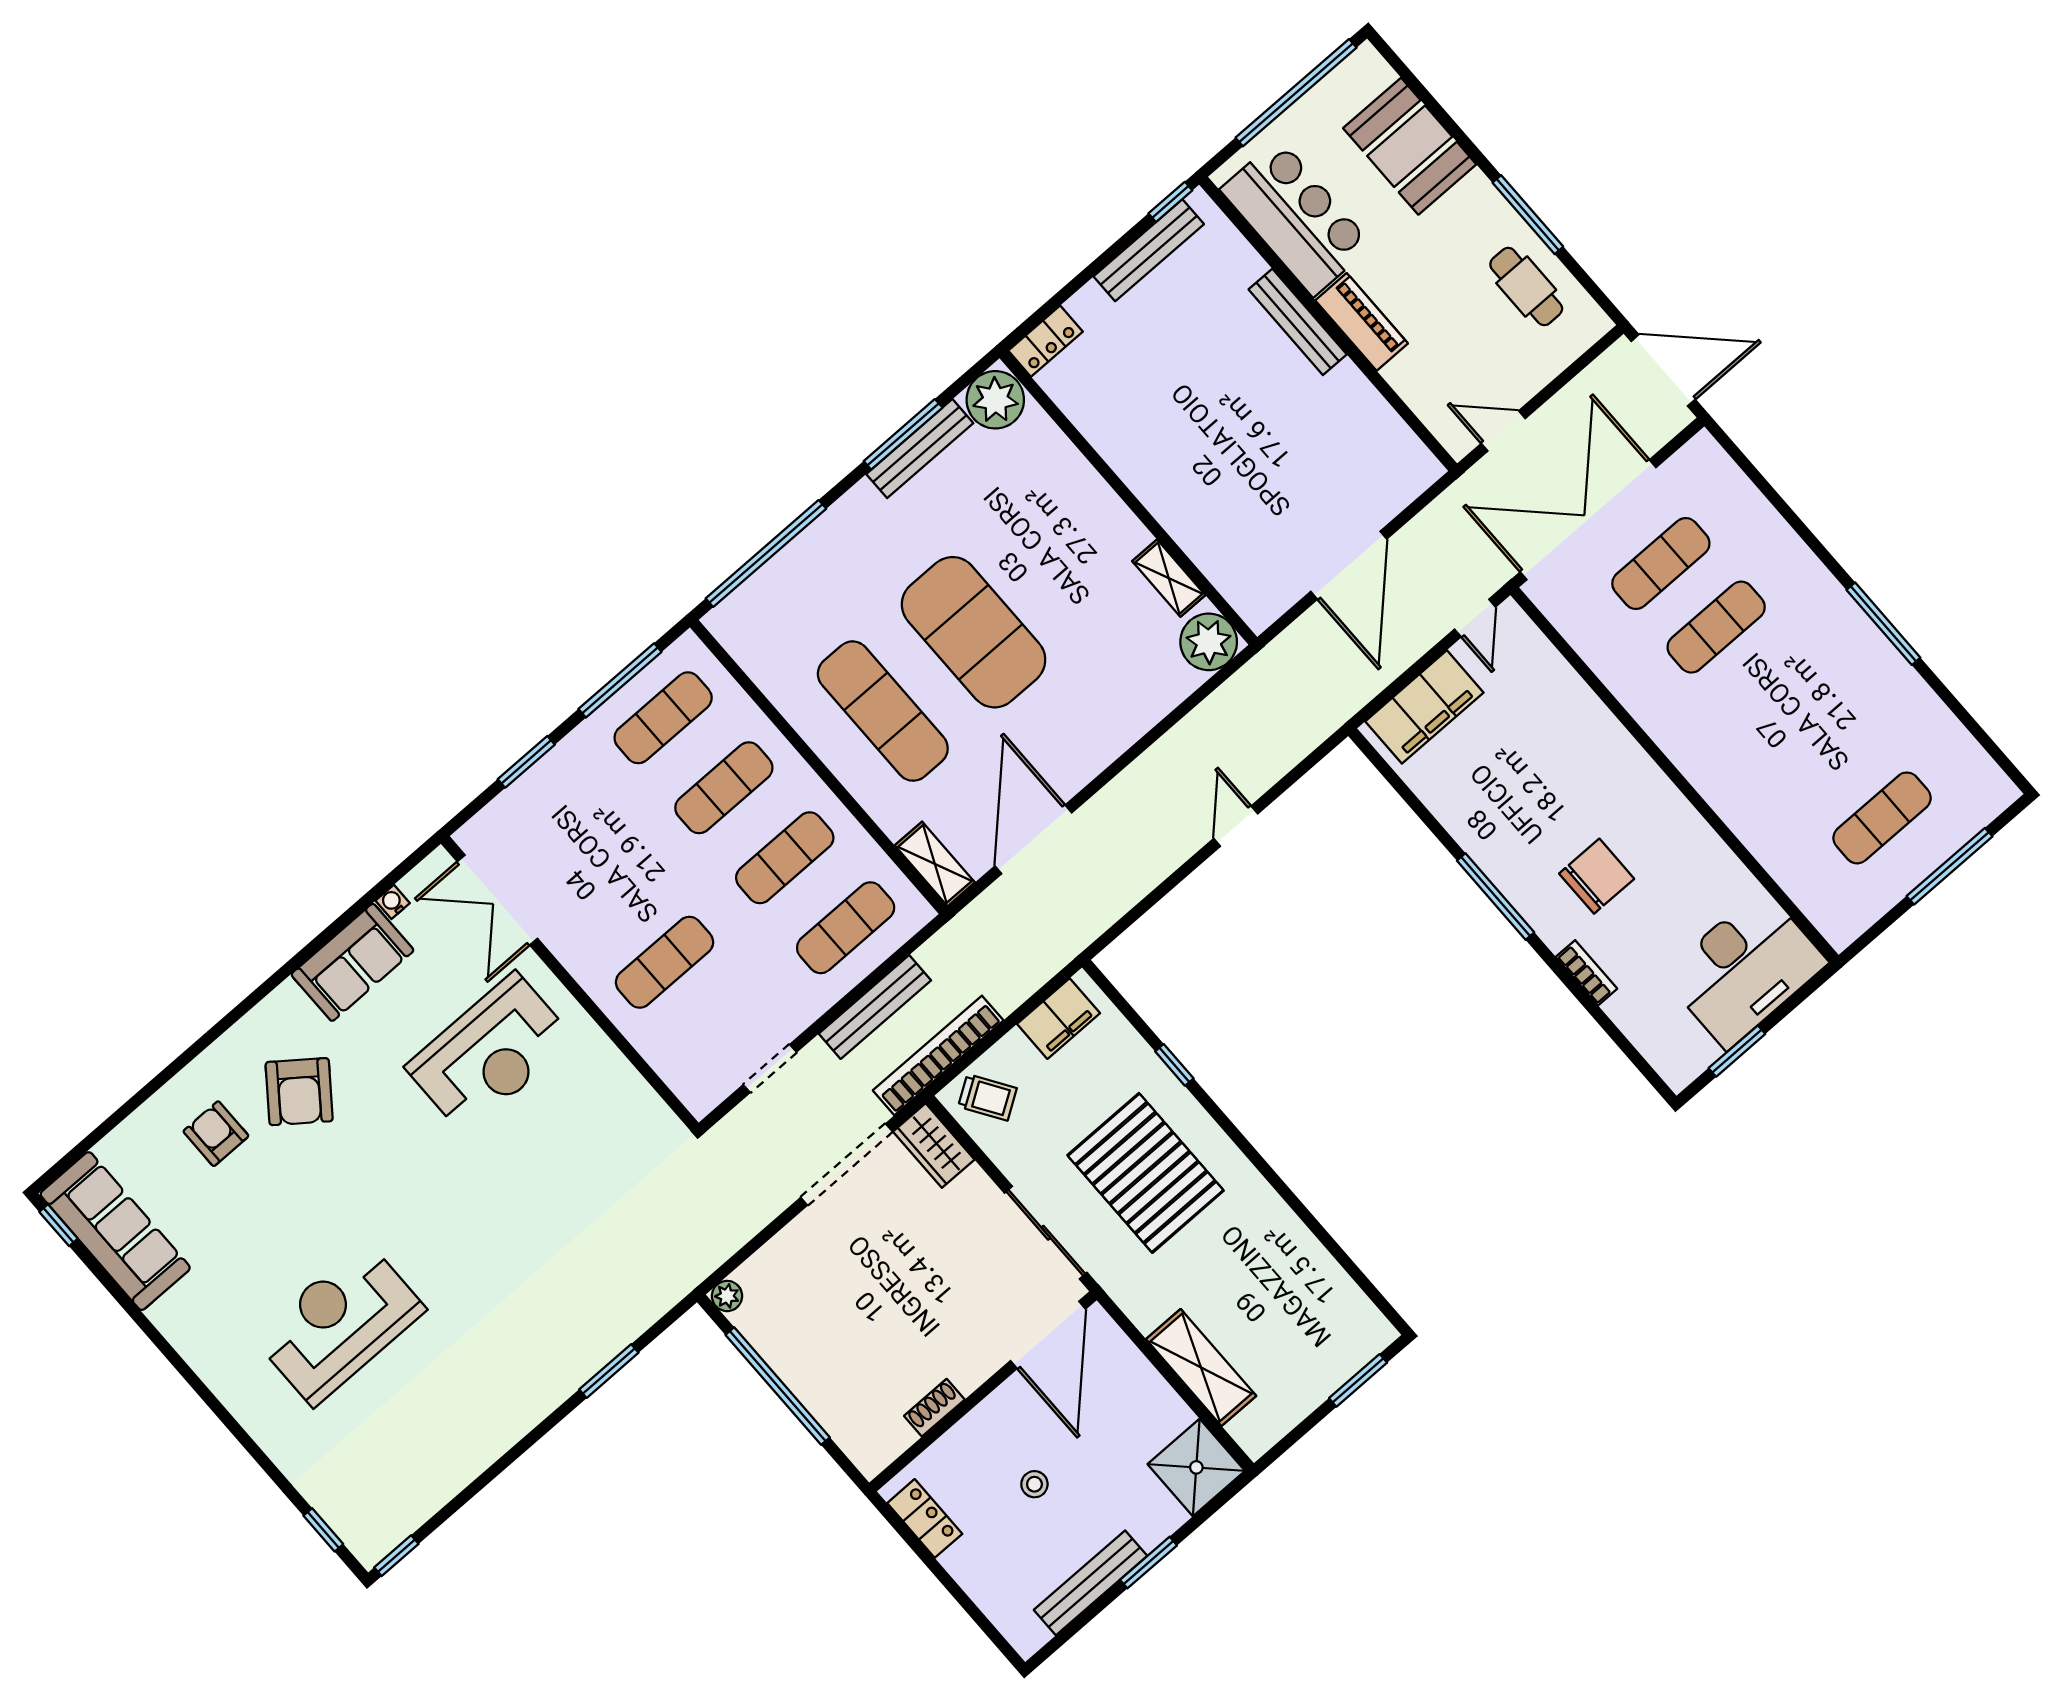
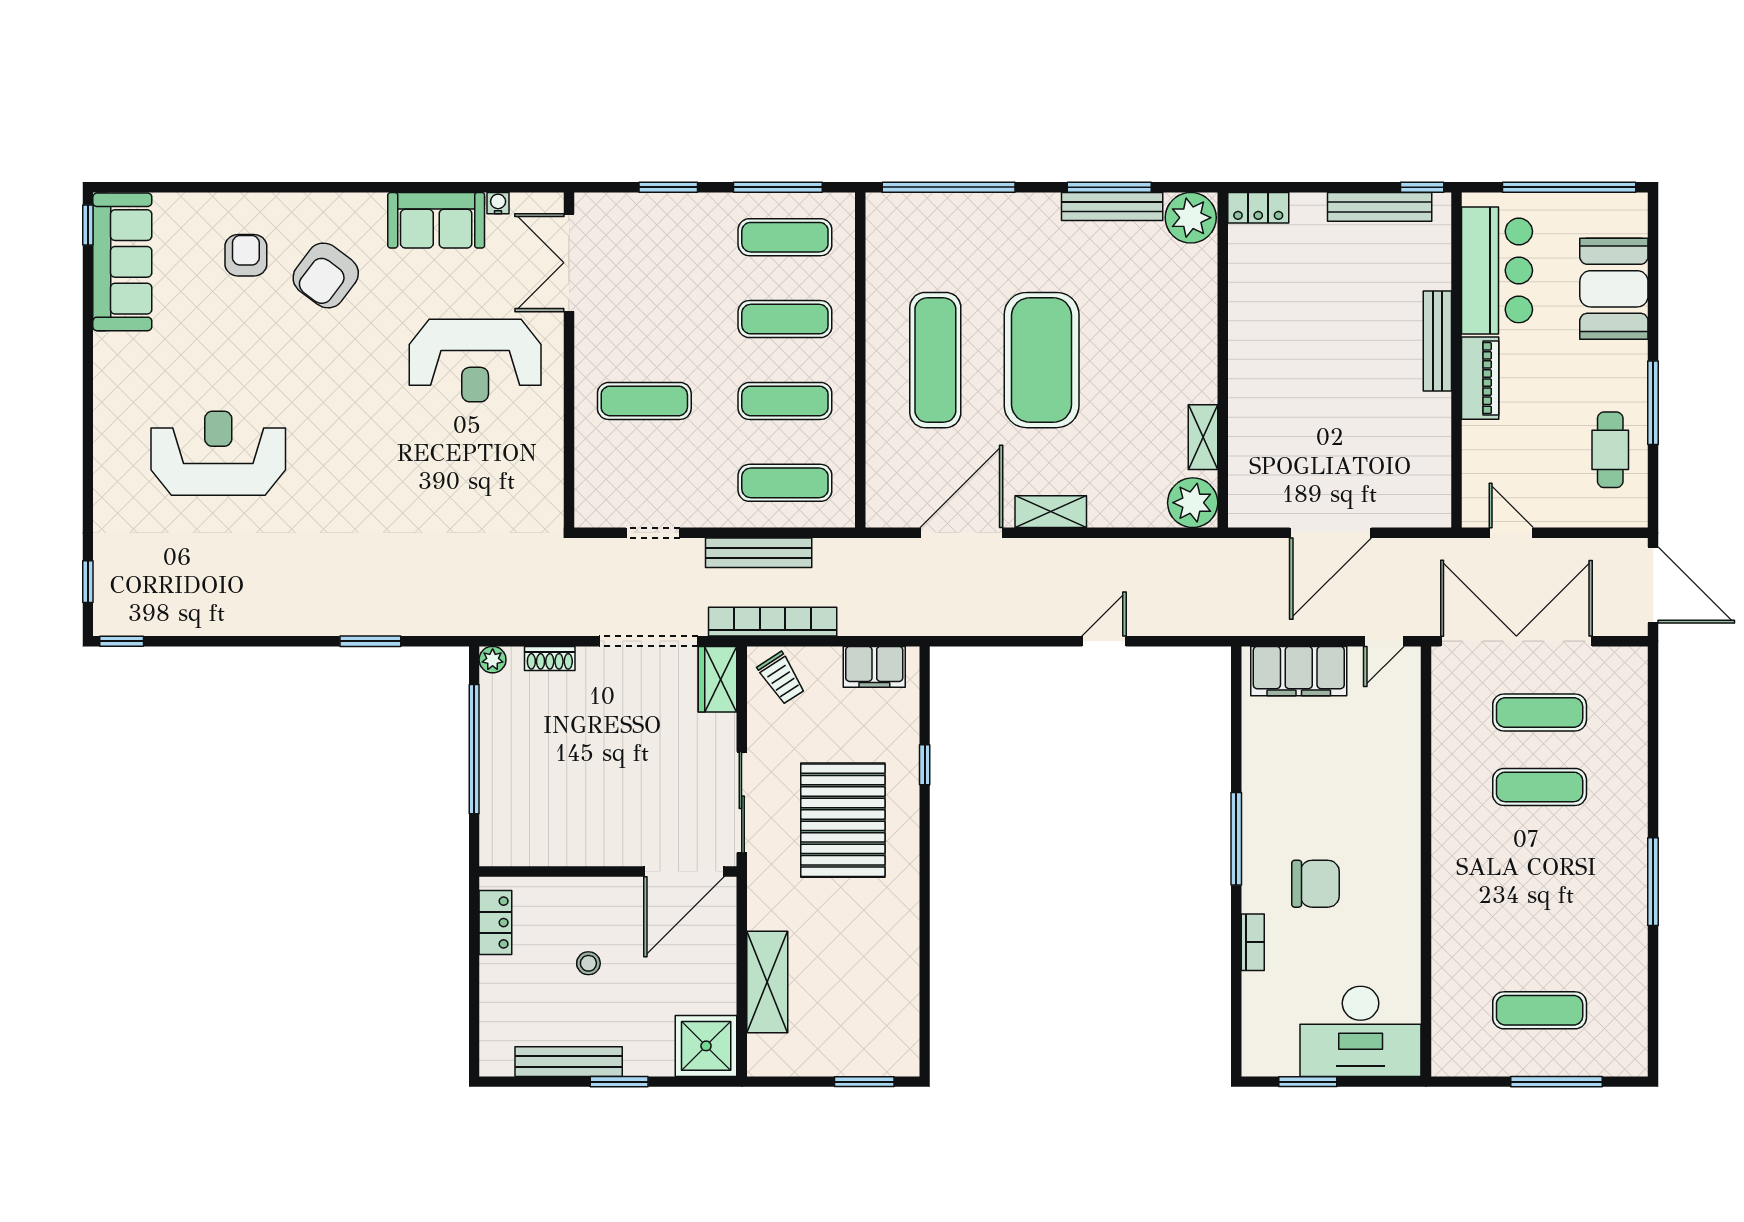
shelving: (935, 864) -> (1051, 512), moved, turned 90
shoe rack: (934, 1408) -> (550, 658), moved, turned 180

